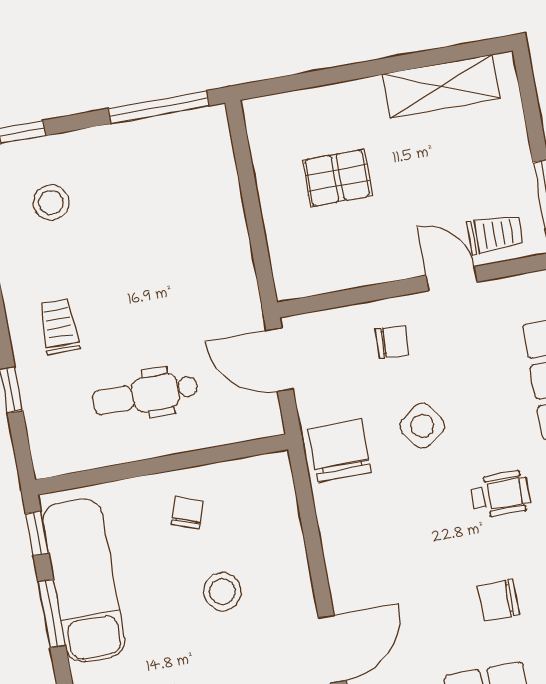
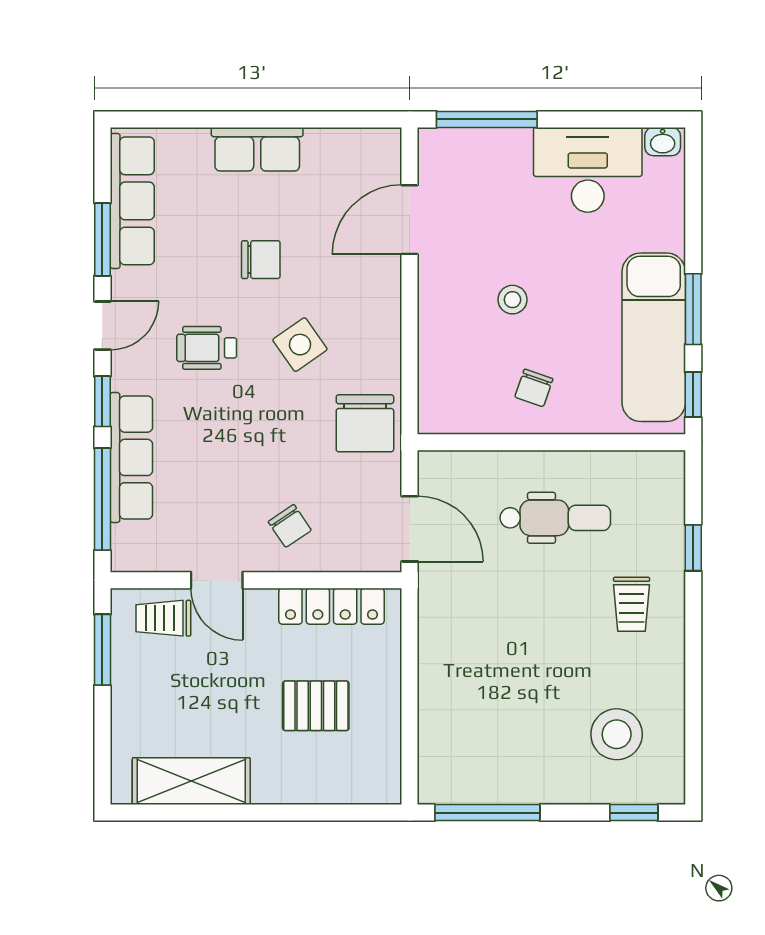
stool: (51, 202) -> (617, 734), width x1.38, depth x1.38
locker: (340, 274) -> (332, 606), added
chair: (392, 342) -> (290, 526), turned -127
side table: (422, 426) -> (300, 345), moved
stool: (222, 592) -> (512, 300), width x0.73, depth x0.73
chair: (499, 600) -> (261, 260), moved

